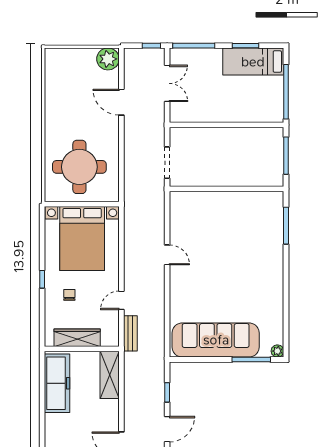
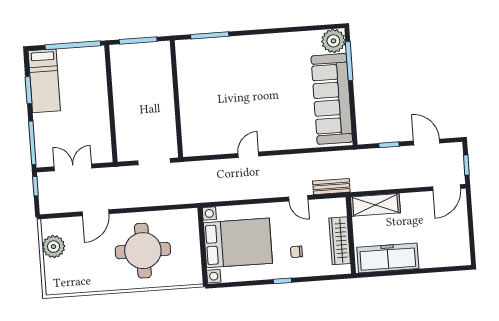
plant: (108, 59) -> (54, 247), moved
round table: (79, 167) -> (143, 251), moved
plant: (277, 351) -> (333, 41), width x1.88, depth x1.88

